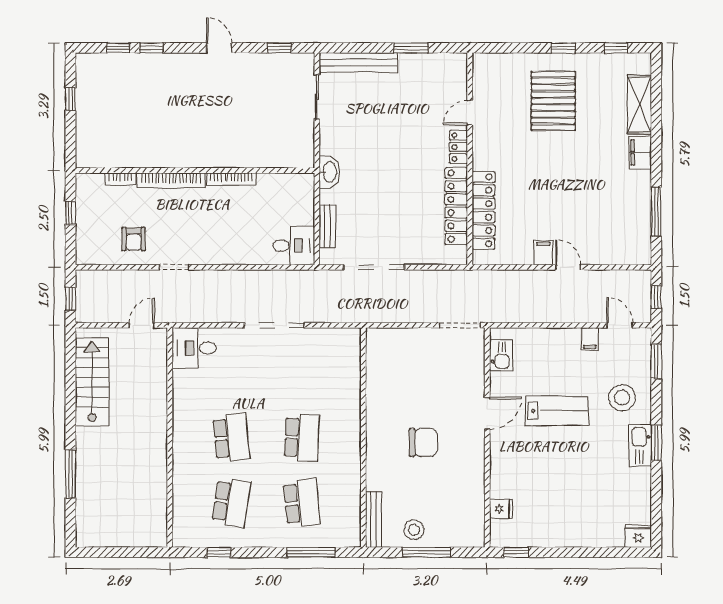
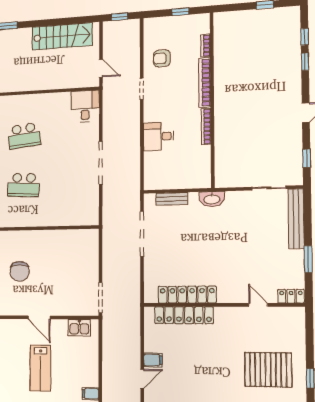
locker: (459, 147) -> (291, 296), moved
desk: (294, 246) -> (158, 136), moved, turned 90

